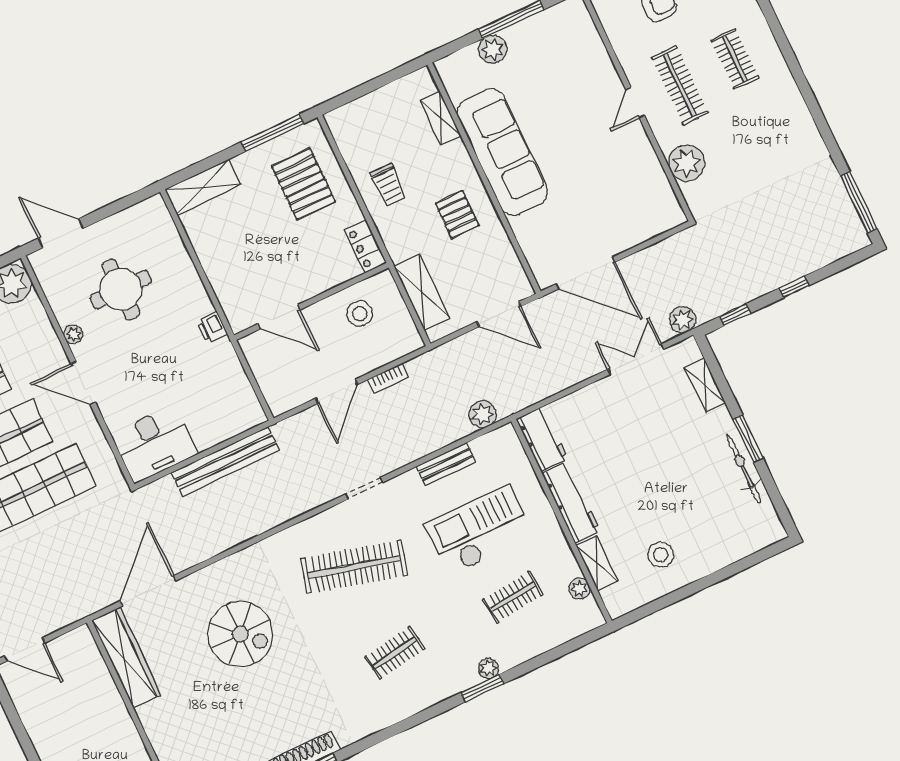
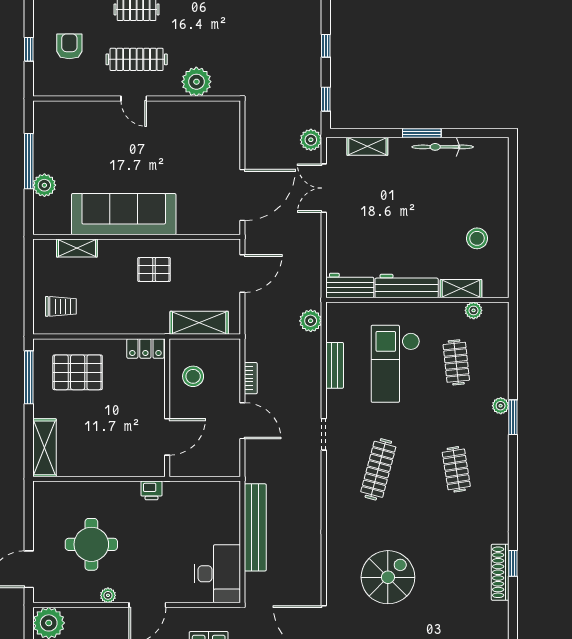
trolley: (388, 185) -> (61, 306), moved
clothes rail: (354, 567) -> (378, 469), width x0.73, depth x0.76

